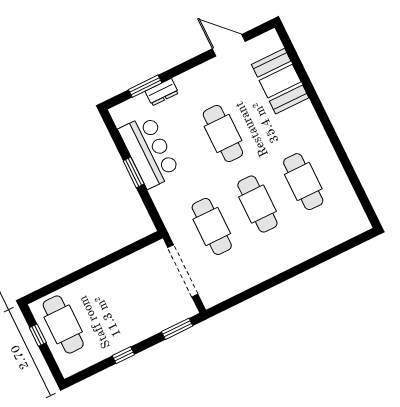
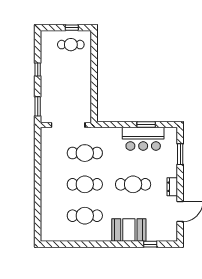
window: (298, 65) -> (150, 244), added
booth: (280, 81) -> (129, 230), moved
dresser: (162, 92) -> (172, 187), moved
window: (134, 172) -> (146, 125), moved
cafe table: (63, 324) -> (71, 45), width x0.73, depth x0.74

